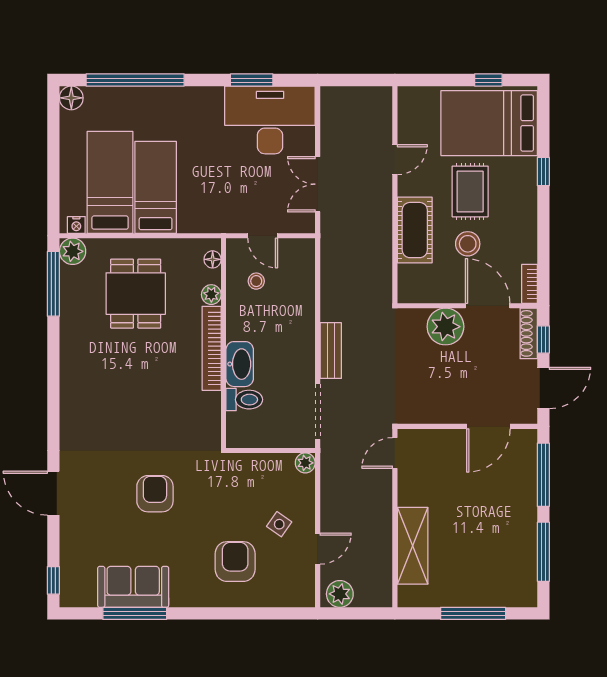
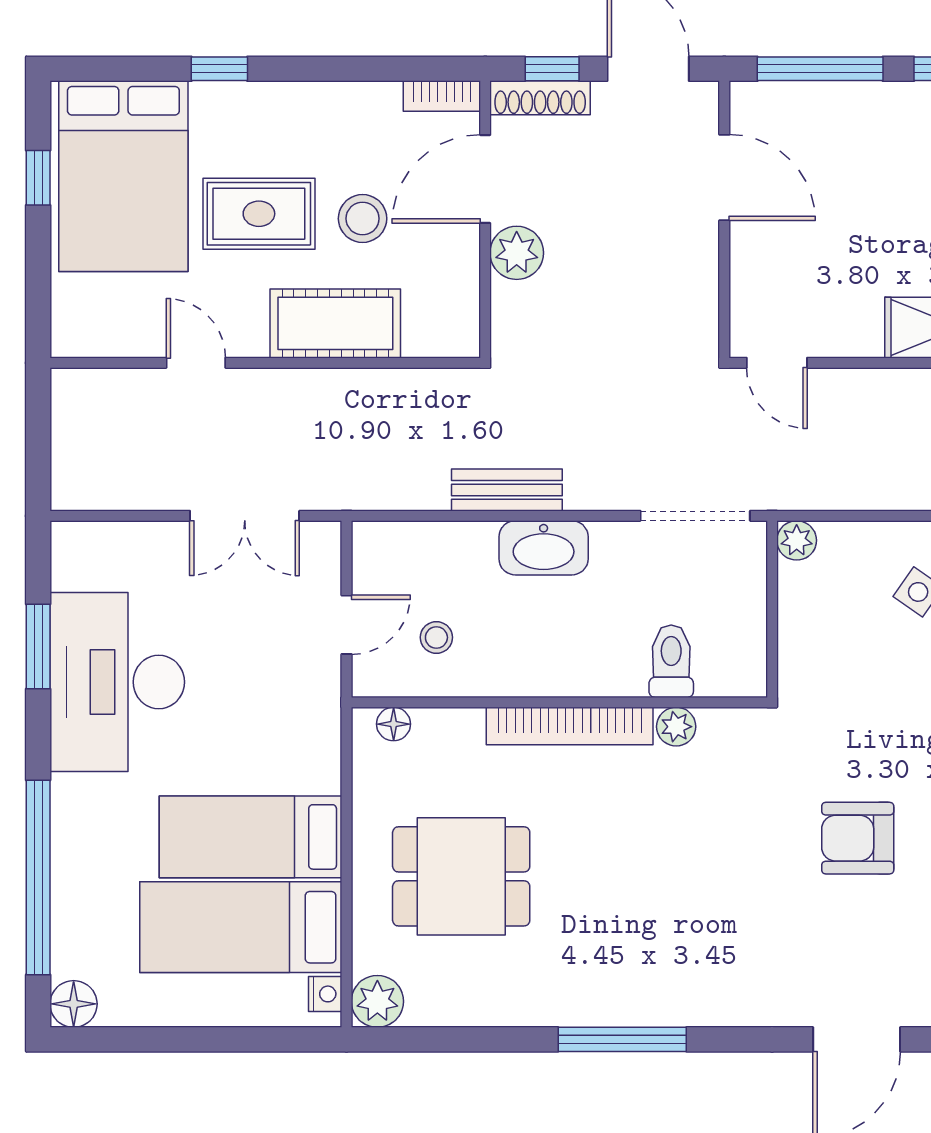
desk: (270, 120) -> (117, 682), moved
window: (53, 284) -> (622, 1039), moved
plant: (211, 295) -> (676, 727), moved
plant: (445, 327) -> (517, 253), width x0.73, depth x0.73
bench: (331, 351) -> (507, 490), moved
washbasin: (240, 364) -> (544, 548), moved, turned 180

